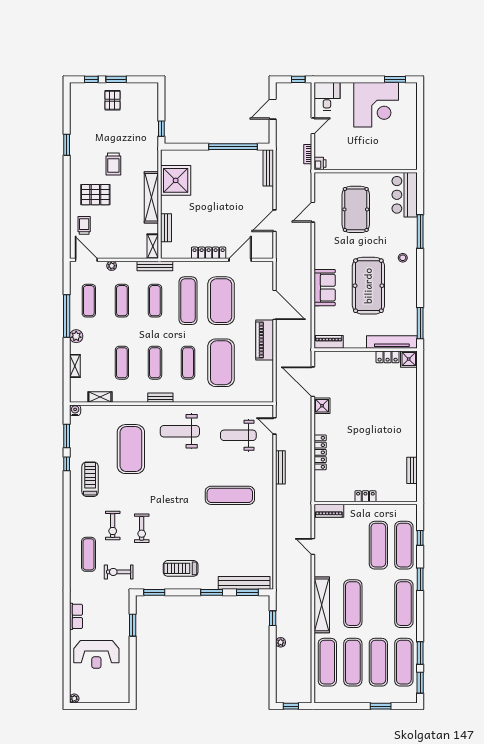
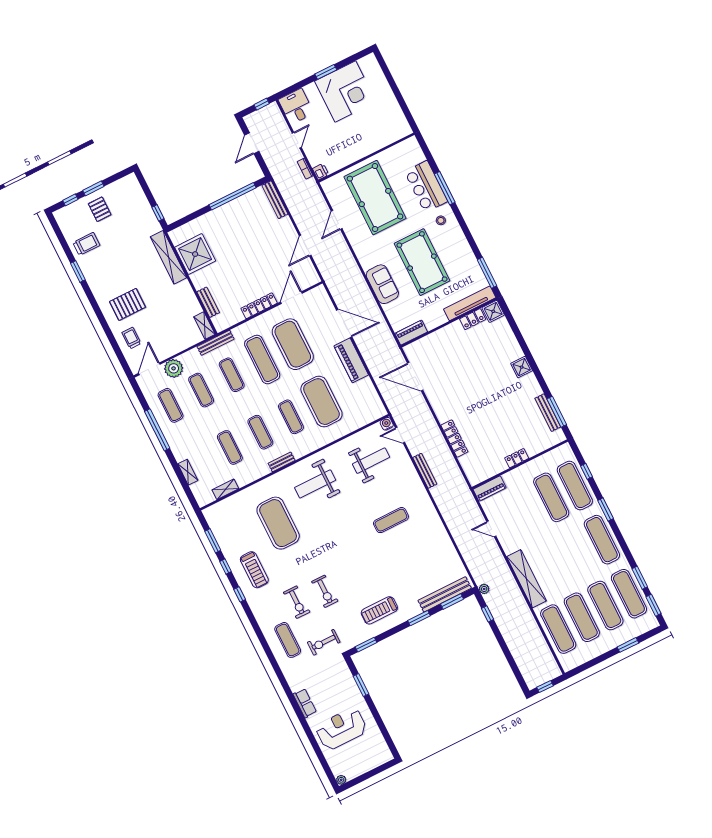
window: (395, 79) -> (326, 72), moved
trolley: (113, 164) -> (86, 244), moved, turned -90
bar counter: (405, 195) -> (426, 187), moved
shelving: (151, 197) -> (169, 257), moved
pool table: (356, 209) -> (375, 198), width x1.36, depth x1.32
door: (86, 260) -> (149, 369), hinge flipped
plant: (112, 266) -> (174, 368), width x1.87, depth x1.87
plant: (76, 336) -> (175, 444), removed
shower: (322, 406) -> (522, 367), moved
water cooler: (75, 410) -> (387, 424), moved
weight bench: (238, 435) -> (371, 461), turned 180
bench: (412, 470) -> (548, 413), width x1.36
window: (420, 473) -> (557, 412), added
treadmill: (90, 479) -> (254, 570), turned 180
window: (67, 494) -> (240, 594), added
exercise mat: (230, 495) -> (391, 520), width x0.73, depth x0.69
exercise mat: (353, 604) -> (555, 563), removed
plant: (281, 642) -> (484, 589), moved
reception desk: (96, 654) -> (341, 729), turned 180

